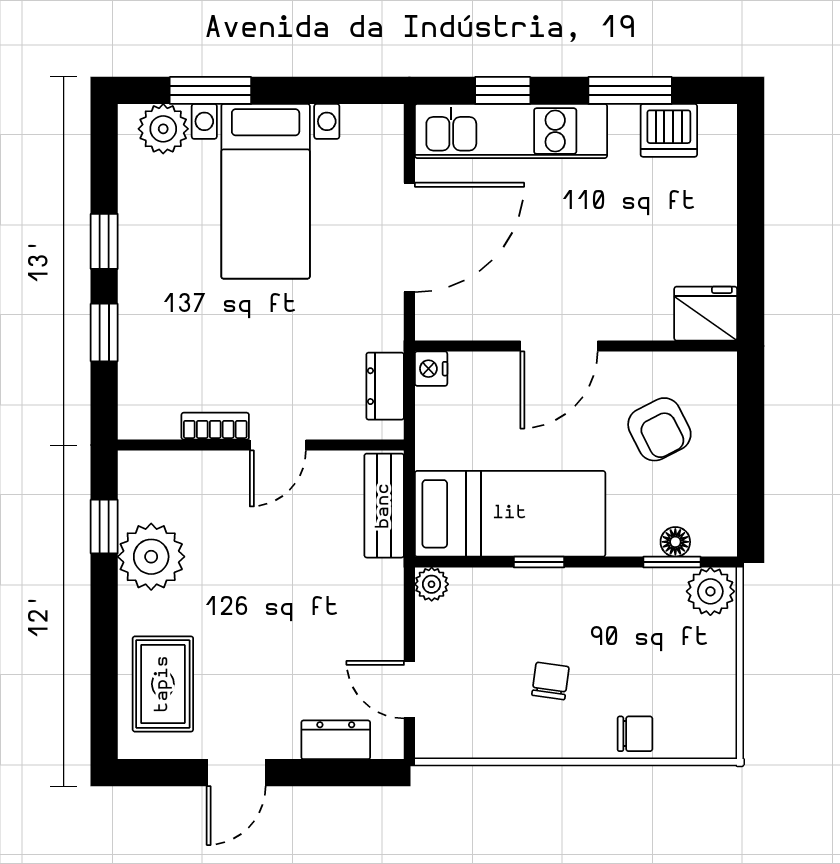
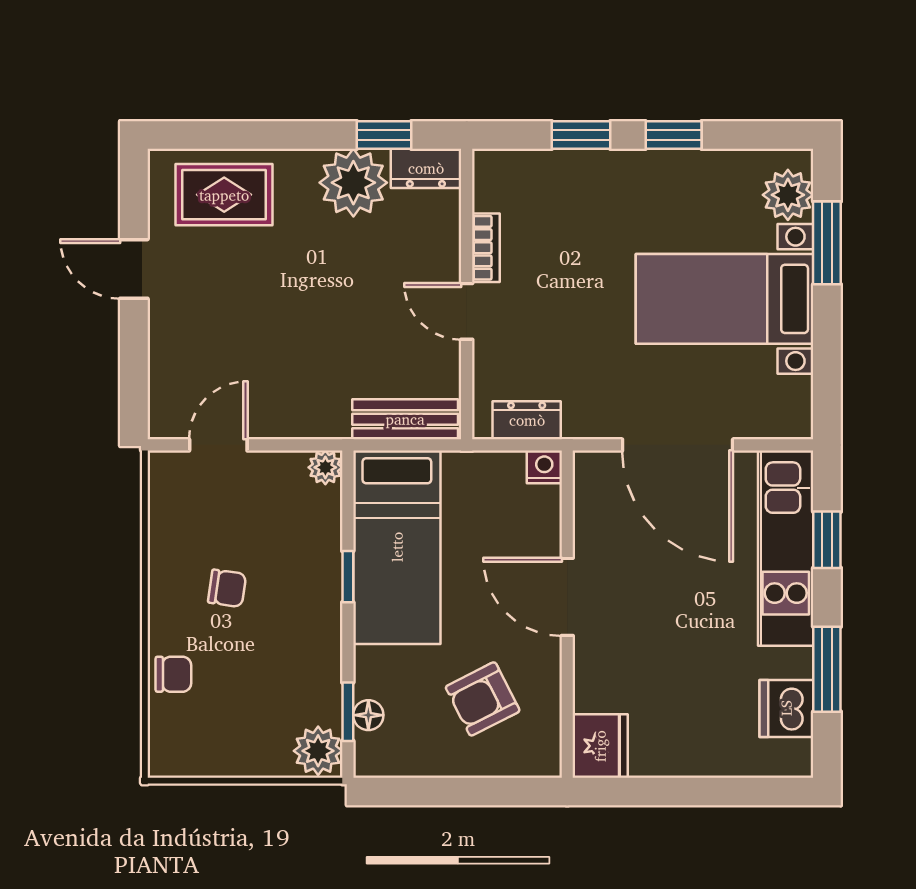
chair: (635, 734) -> (173, 674), turned -90
dresser: (336, 740) -> (426, 168), moved, turned 90

